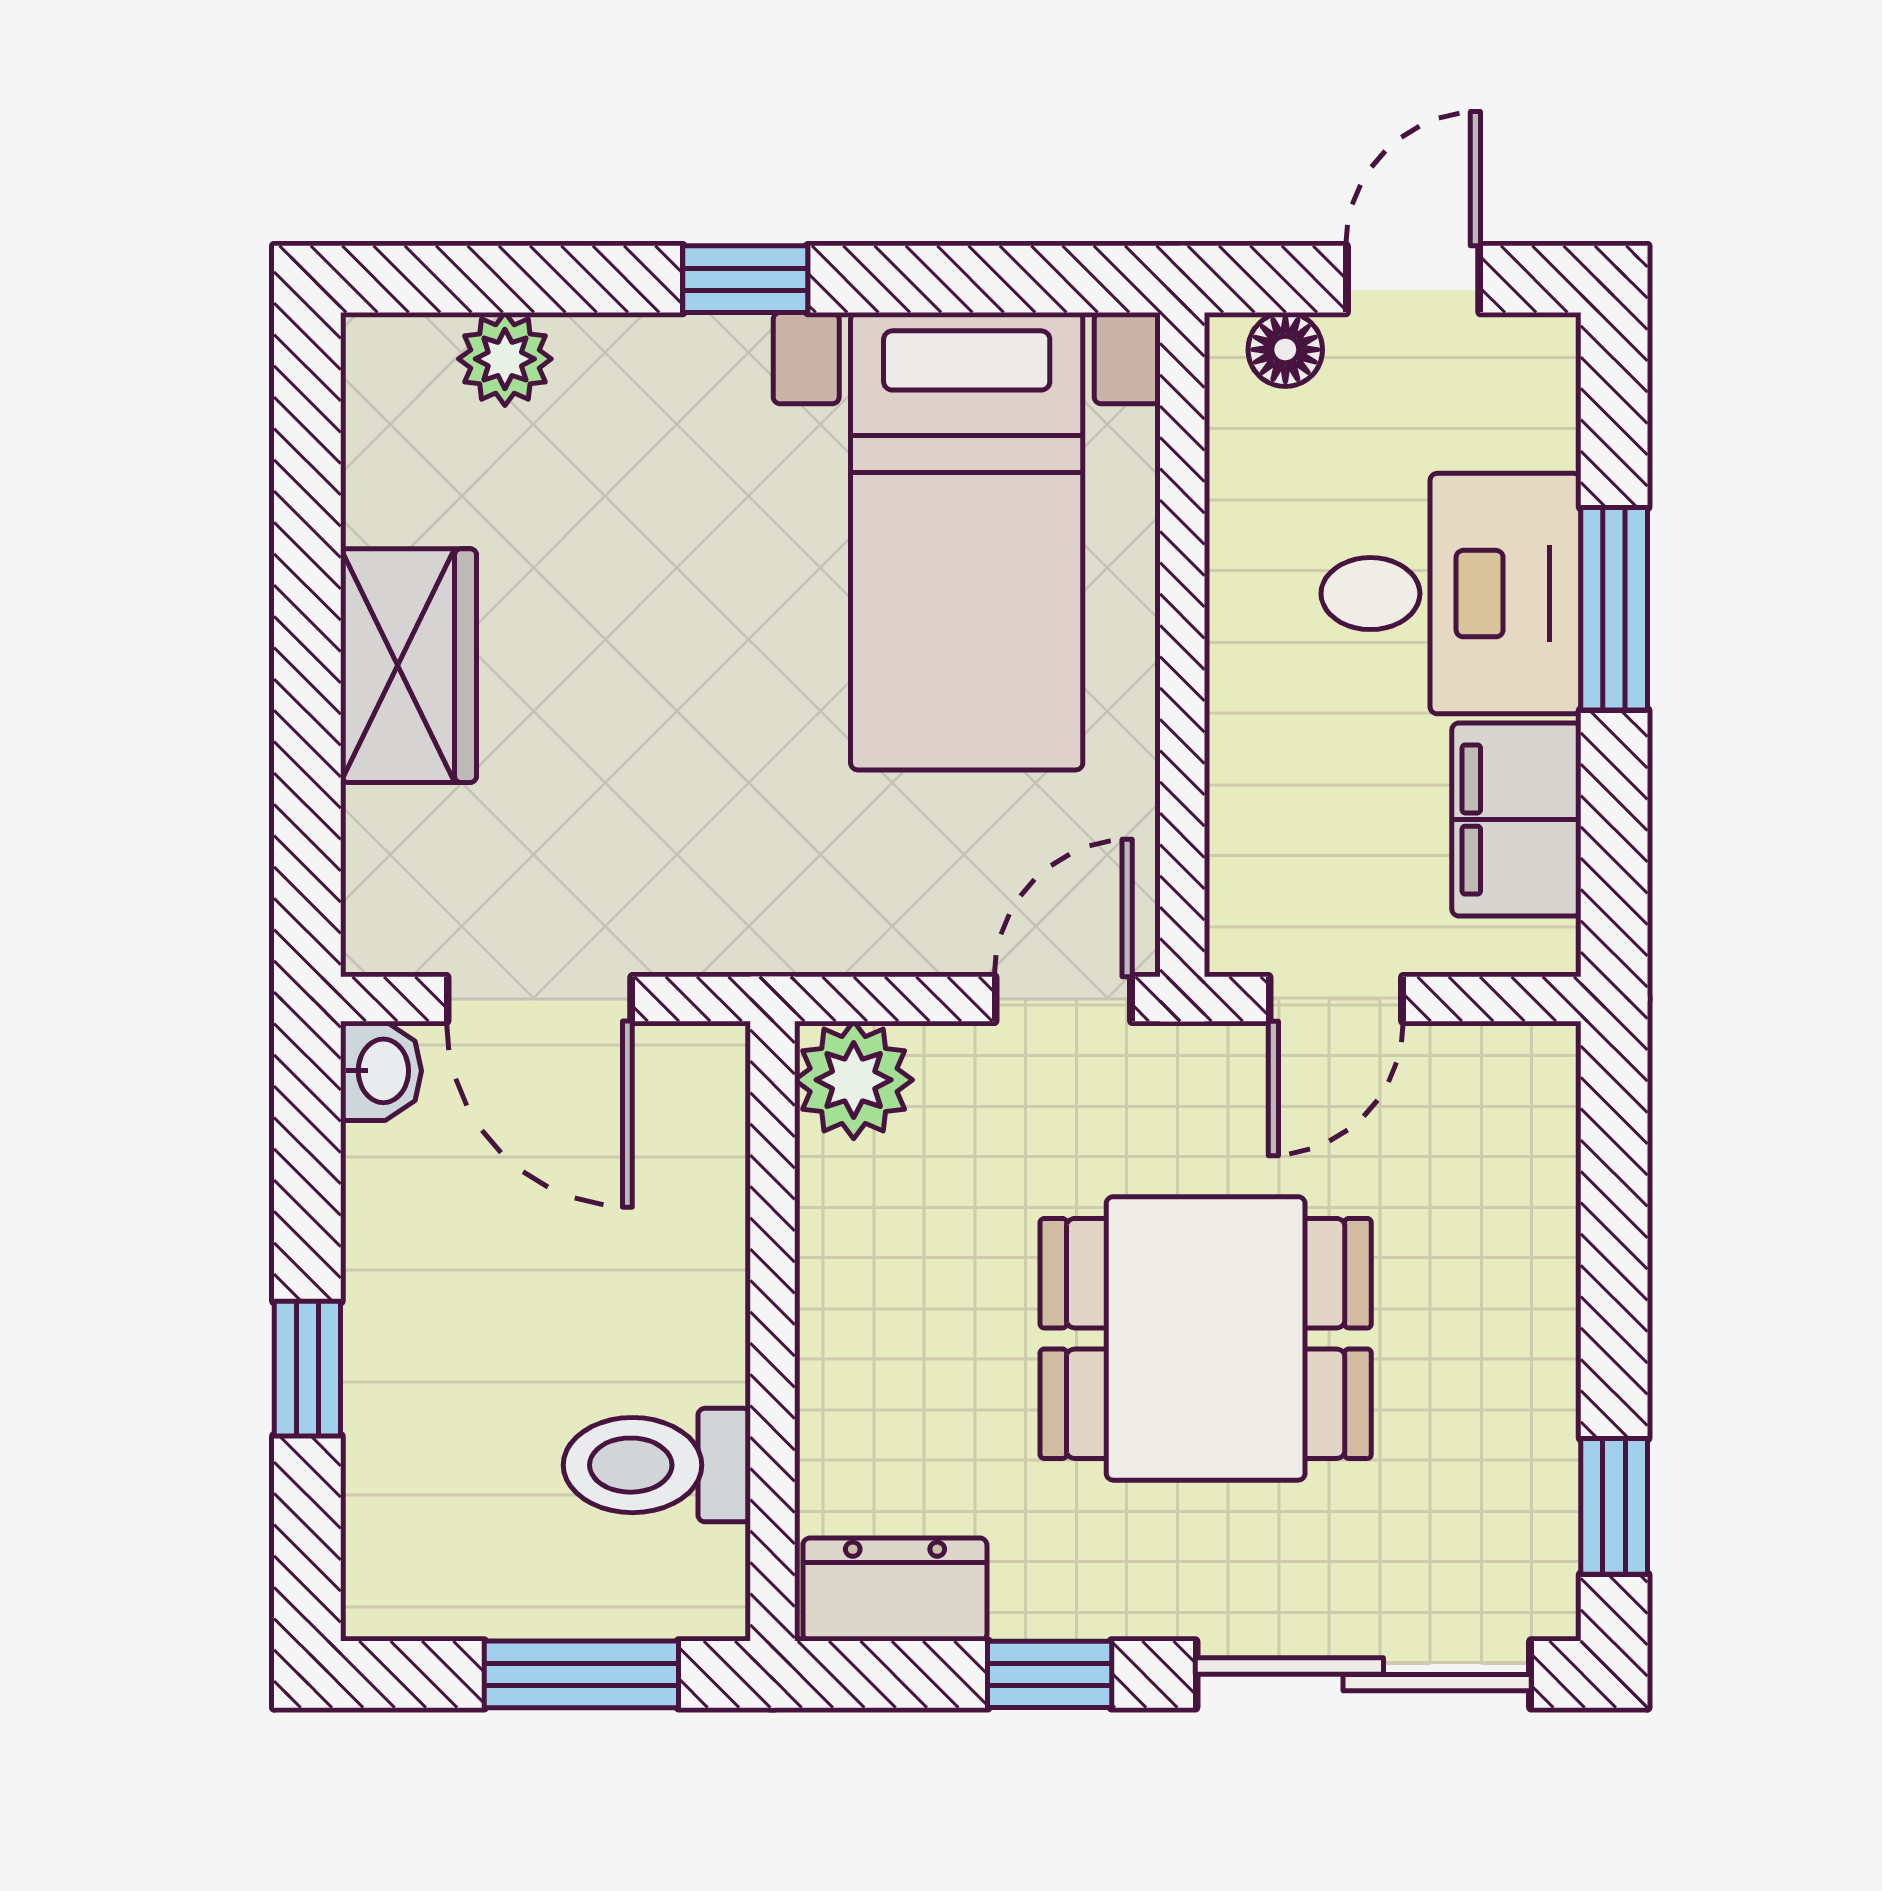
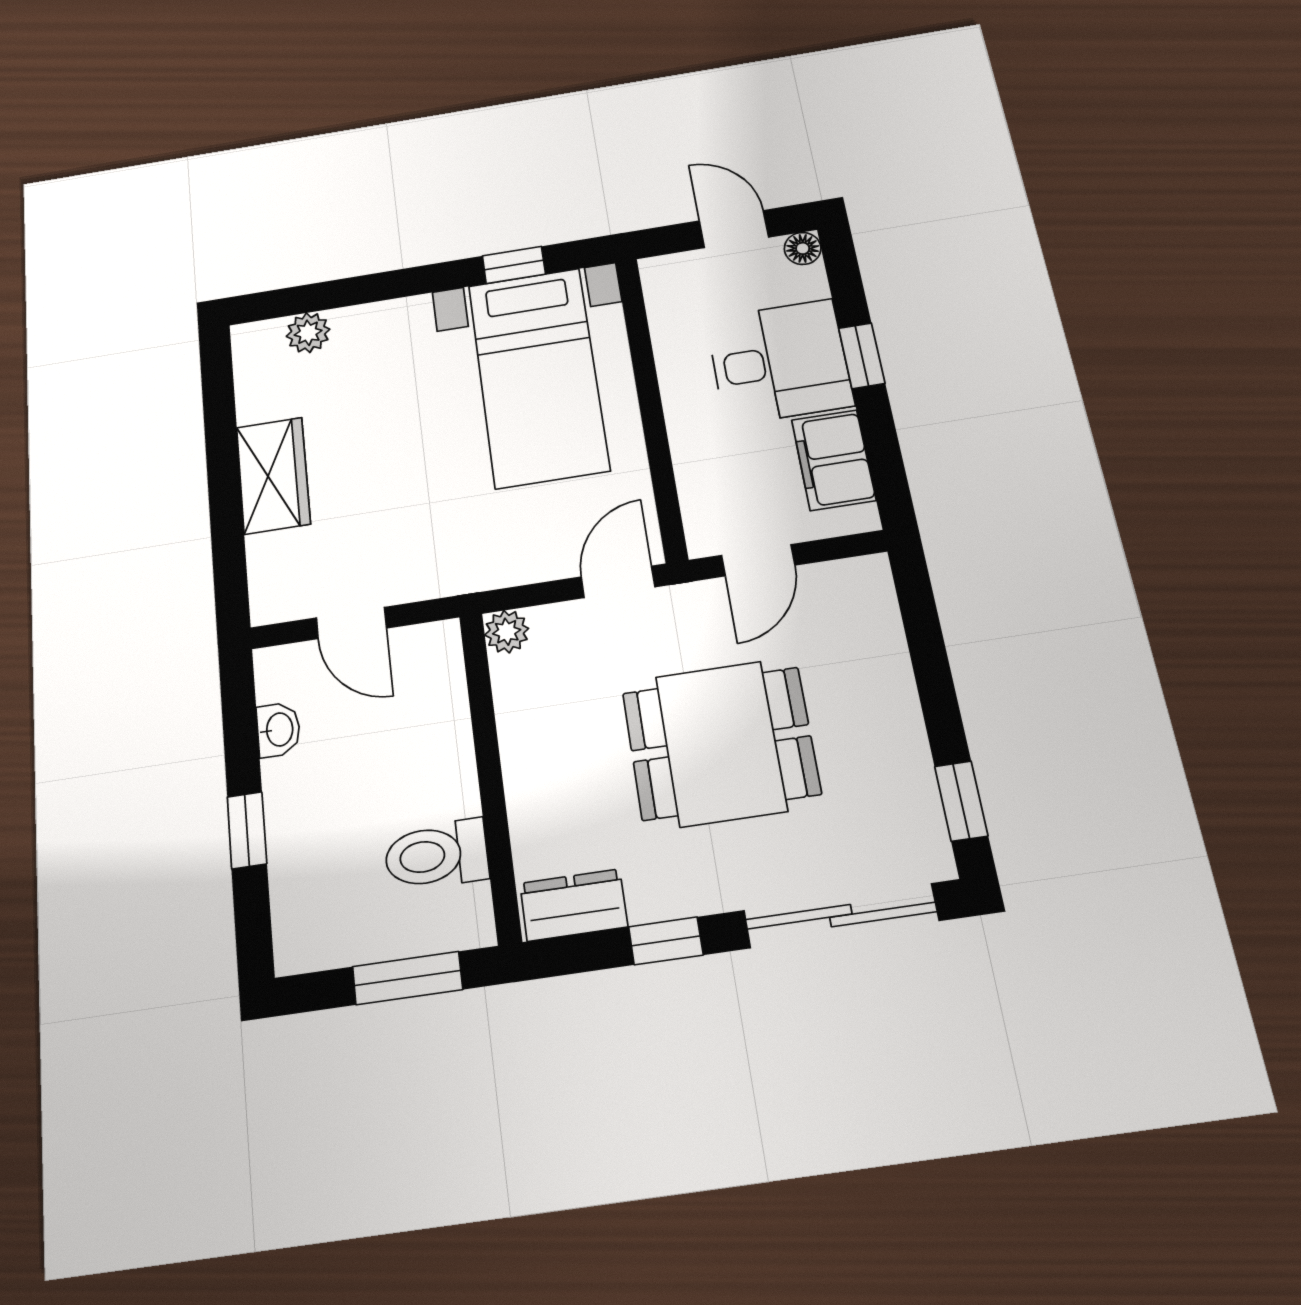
window: (745, 279) -> (514, 265), moved
door: (1413, 279) -> (734, 229), hinge flipped
floor lamp: (1285, 350) -> (803, 248), moved
window: (1614, 609) -> (862, 356), width x0.67
door: (539, 999) -> (351, 623), width x0.73
washbasin: (381, 1071) -> (278, 730), moved
plant: (854, 1080) -> (507, 632), width x0.73, depth x0.73

